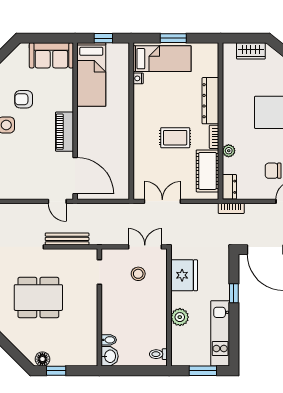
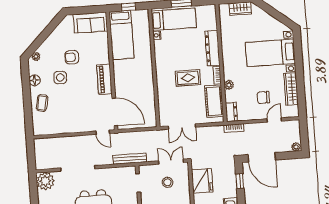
double door: (162, 201) -> (182, 127), swing flipped
bench: (67, 239) -> (130, 159), moved
window: (234, 293) -> (240, 181), moved

